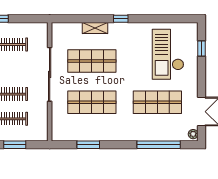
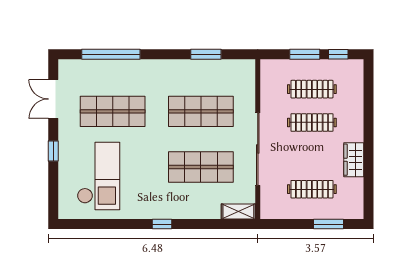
shelving: (95, 28) -> (238, 212), moved
window: (202, 49) -> (53, 151), moved
plant: (193, 134) -> (65, 69), removed

